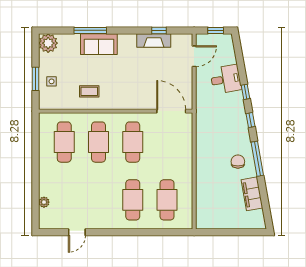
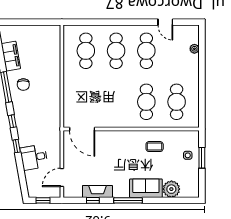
window: (90, 30) -> (128, 200), moved
plant: (48, 43) -> (171, 189), moved
cafe table: (133, 142) -> (146, 51), moved
door: (77, 232) -> (165, 22), swing flipped

